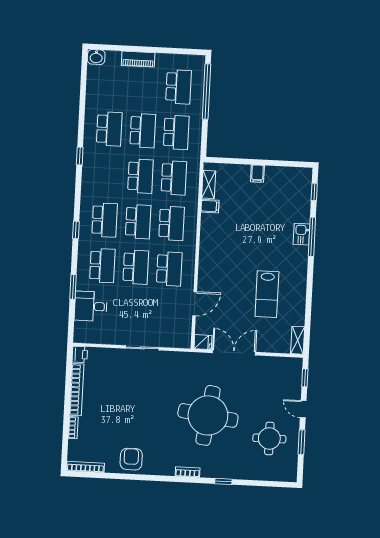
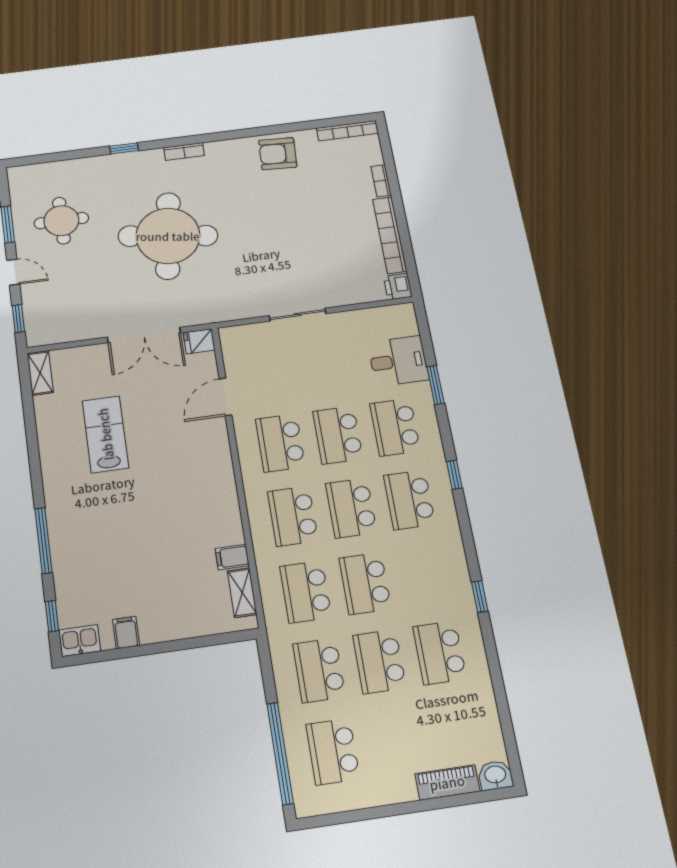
piano: (138, 59) -> (447, 782), moved
filing cabinet: (257, 174) -> (126, 632), moved
kitchen sink: (302, 234) -> (80, 641), moved, turned -90
armchair: (131, 459) -> (278, 154), turned 93

